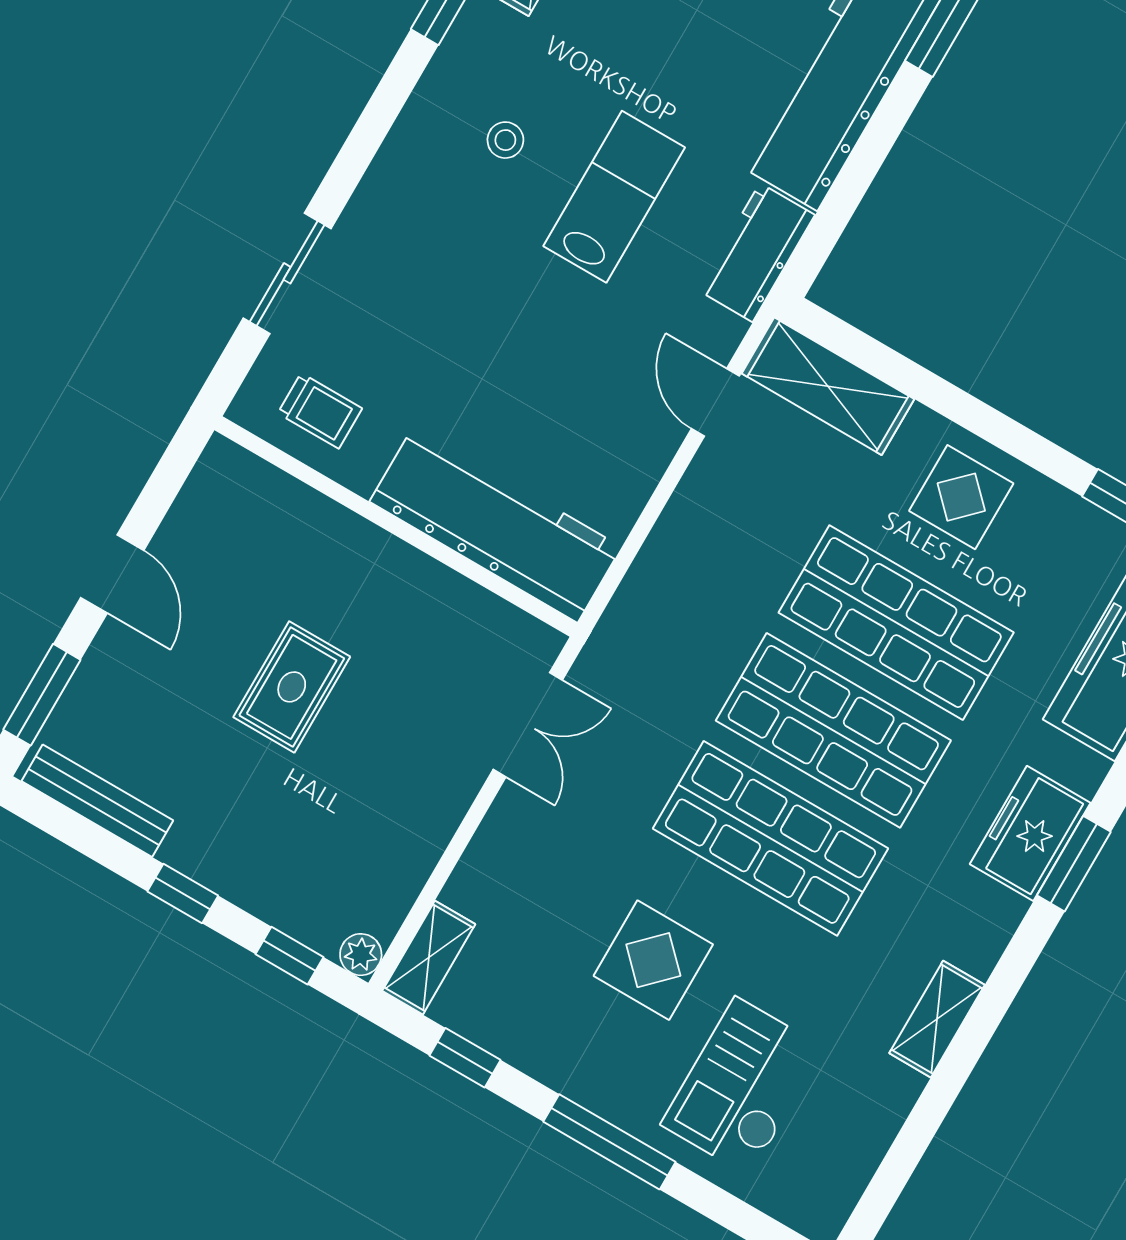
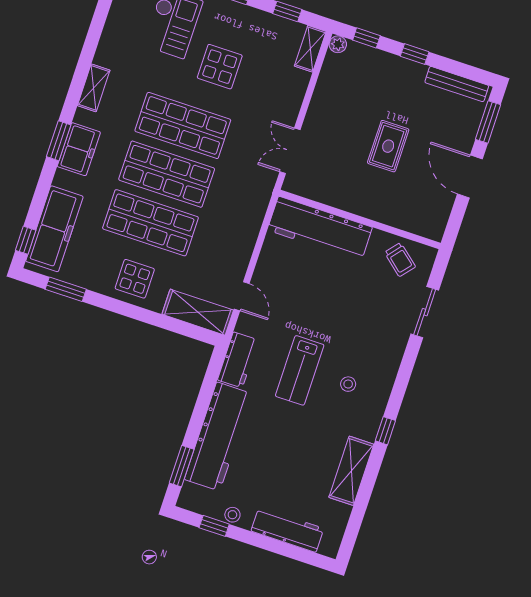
trolley: (320, 411) -> (400, 260), turned -140
door: (112, 574) -> (470, 176), width x1.38
shelving: (937, 1019) -> (94, 88), moved

